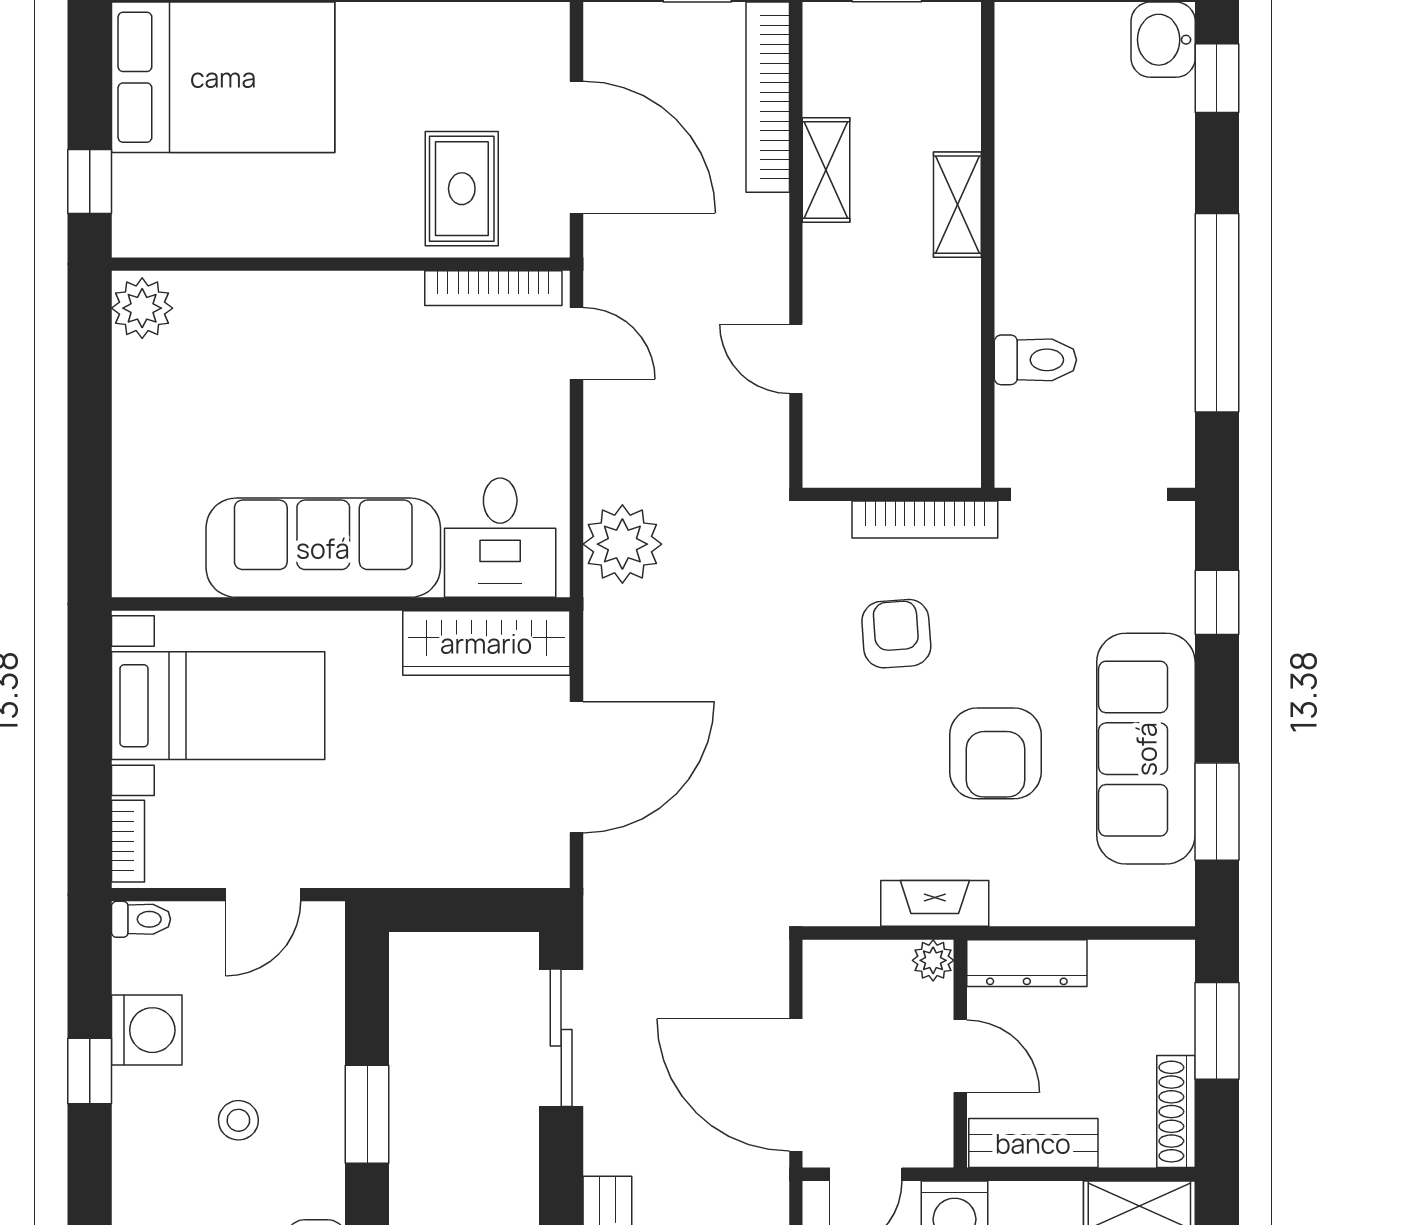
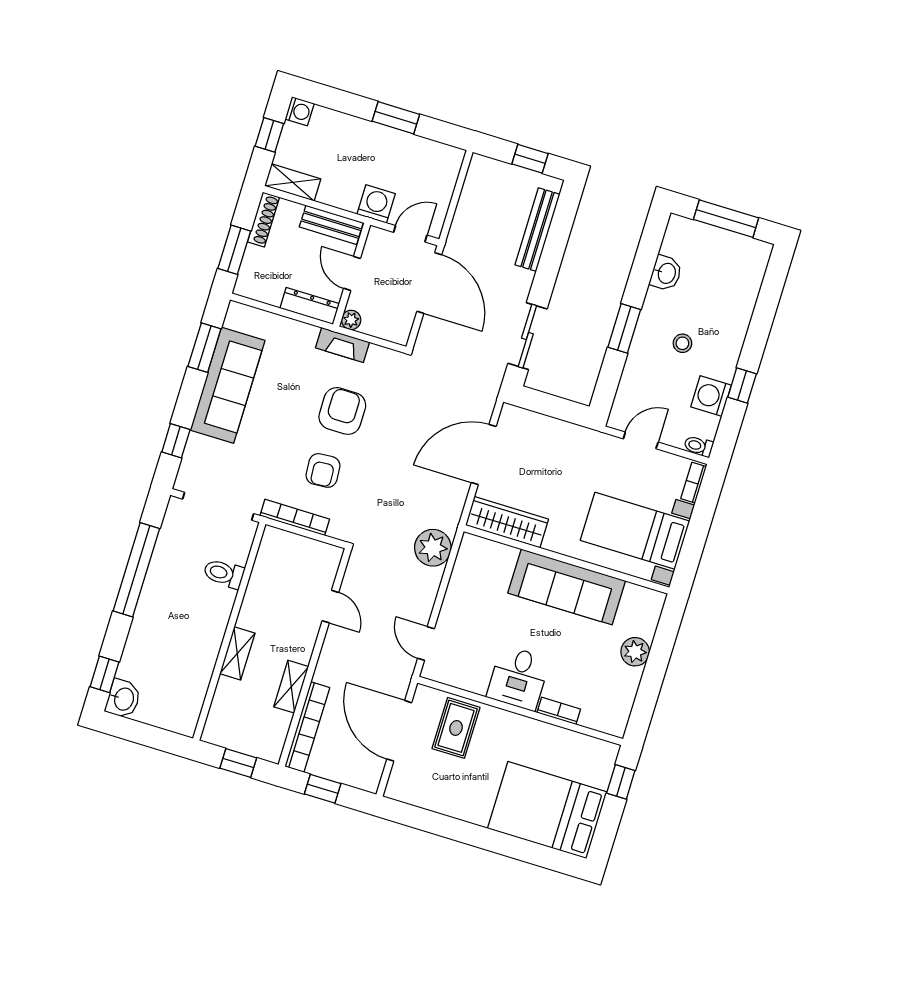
bookcase: (493, 288) -> (559, 711), moved, width x0.64
plant: (142, 308) -> (635, 652), moved
desk: (500, 538) -> (518, 678), moved, turned 180
armchair: (995, 753) -> (342, 411), moved

